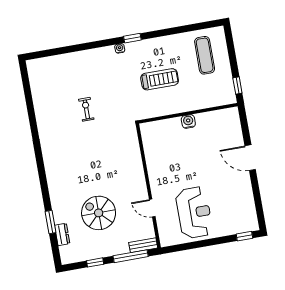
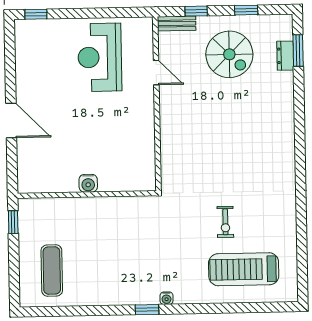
treadmill: (160, 79) -> (244, 269), moved, width x1.37, depth x1.38
spiral stairs: (99, 213) -> (229, 54), moved
window: (51, 222) -> (298, 51), moved
window: (131, 256) -> (196, 11), width x0.46

